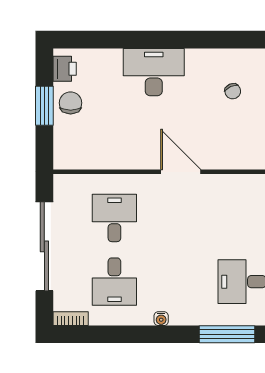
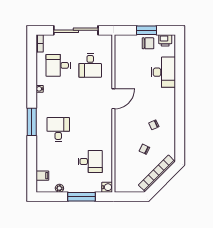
desk: (154, 72) -> (163, 72), moved
desk: (114, 218) -> (90, 65), turned 90

